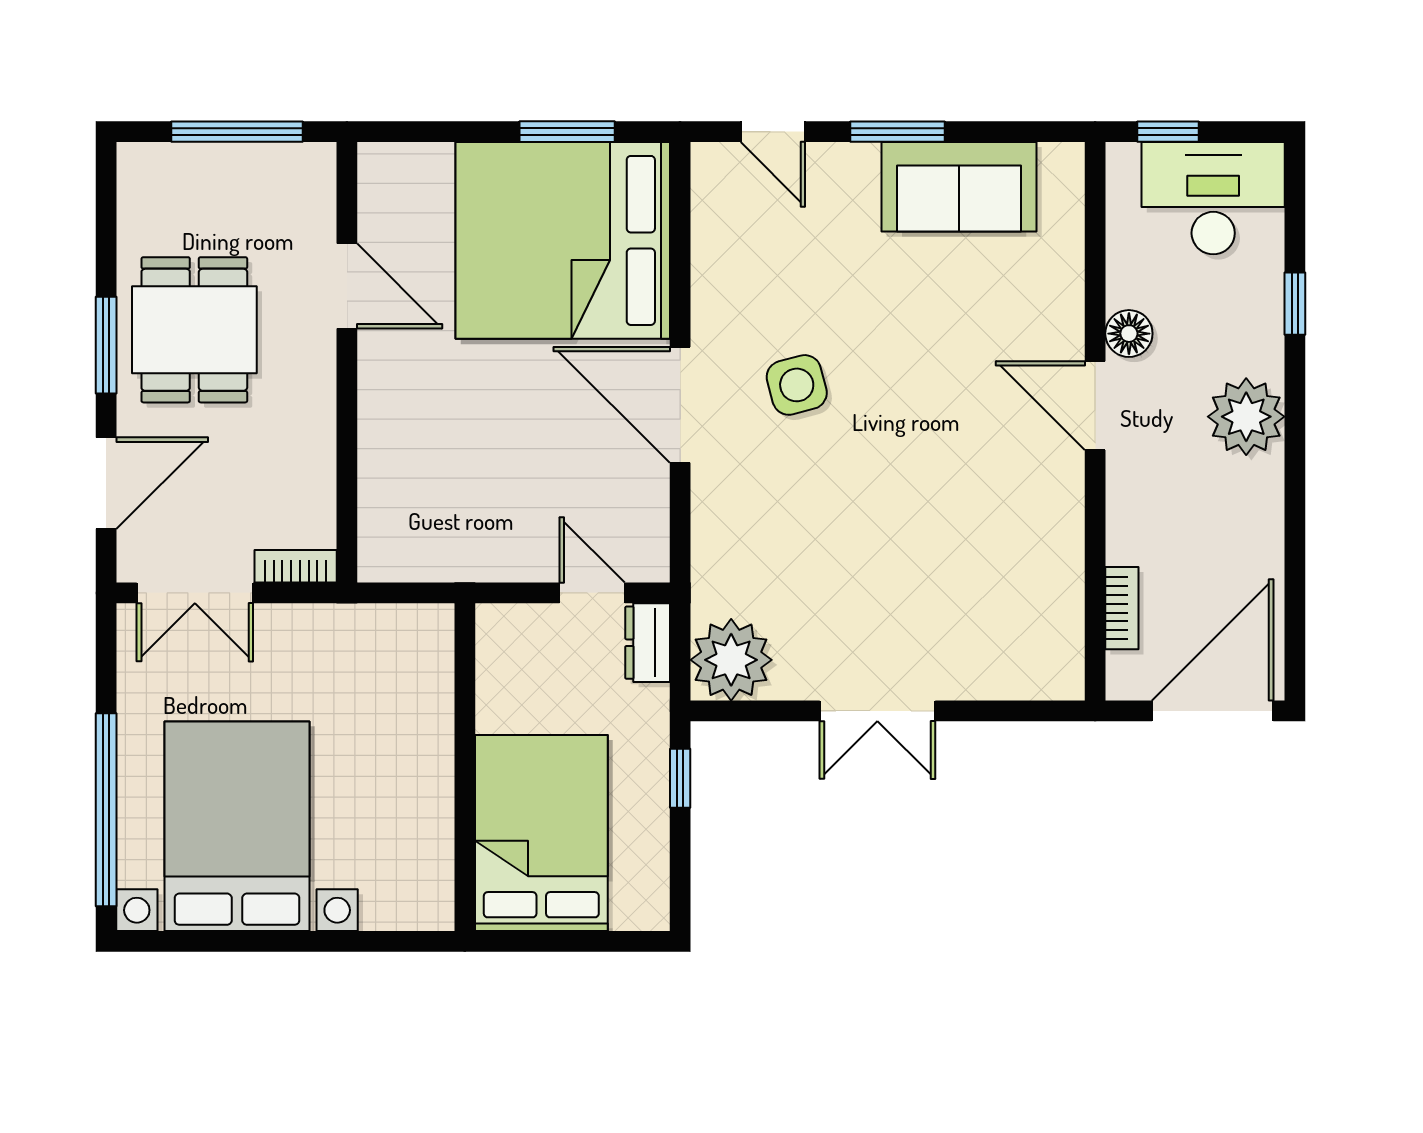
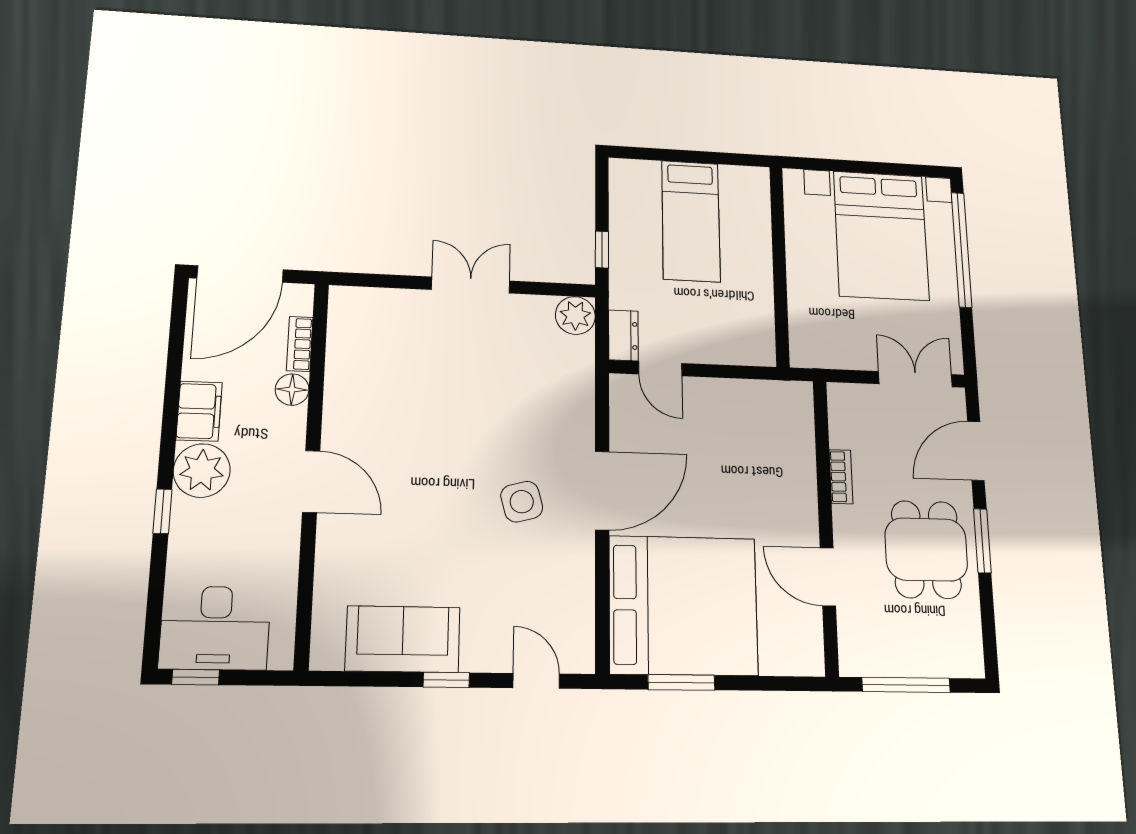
window: (898, 132) -> (446, 680), width x0.67
window: (1168, 132) -> (196, 677), moved
window: (1295, 304) -> (162, 511), moved
floor lamp: (1129, 334) -> (292, 390), moved
door: (680, 405) -> (602, 490), hinge flipped
filing cabinet: (1256, 502) -> (199, 411), added
bookcase: (296, 566) -> (841, 477), moved, turned -90
plant: (731, 660) -> (575, 316), width x0.73, depth x0.73
wall: (465, 767) -> (779, 266), moved
bed: (541, 833) -> (691, 221), width x0.67

